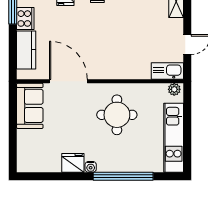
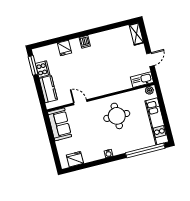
door: (68, 81) -> (80, 102), width x0.53
fridge: (73, 163) -> (75, 159), moved
window: (123, 176) -> (145, 151), moved

